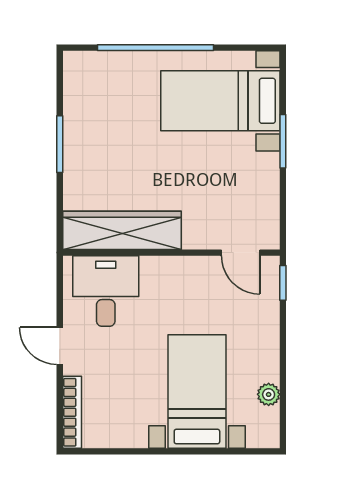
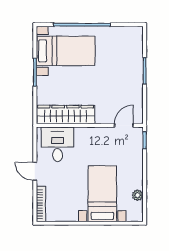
bed with nightstands: (220, 101) -> (66, 51), moved, turned 180
door: (241, 253) -> (124, 125), swing flipped

